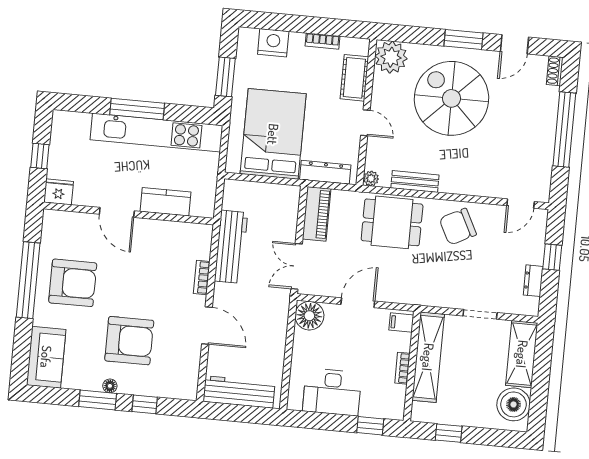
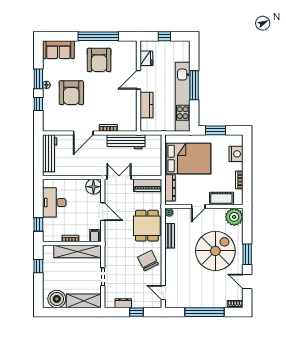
fridge: (59, 192) -> (146, 58), moved

